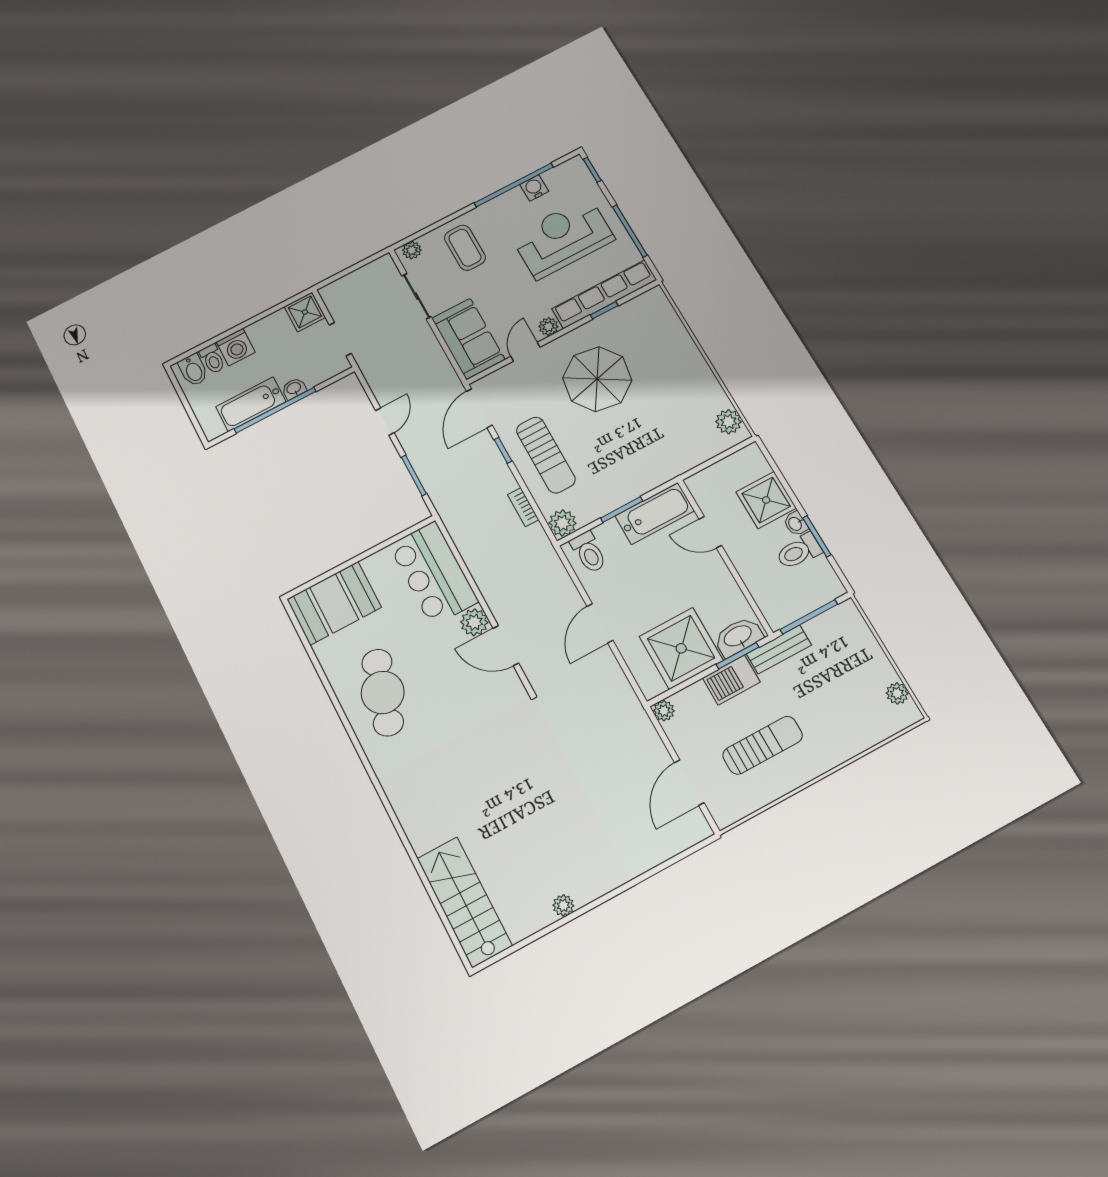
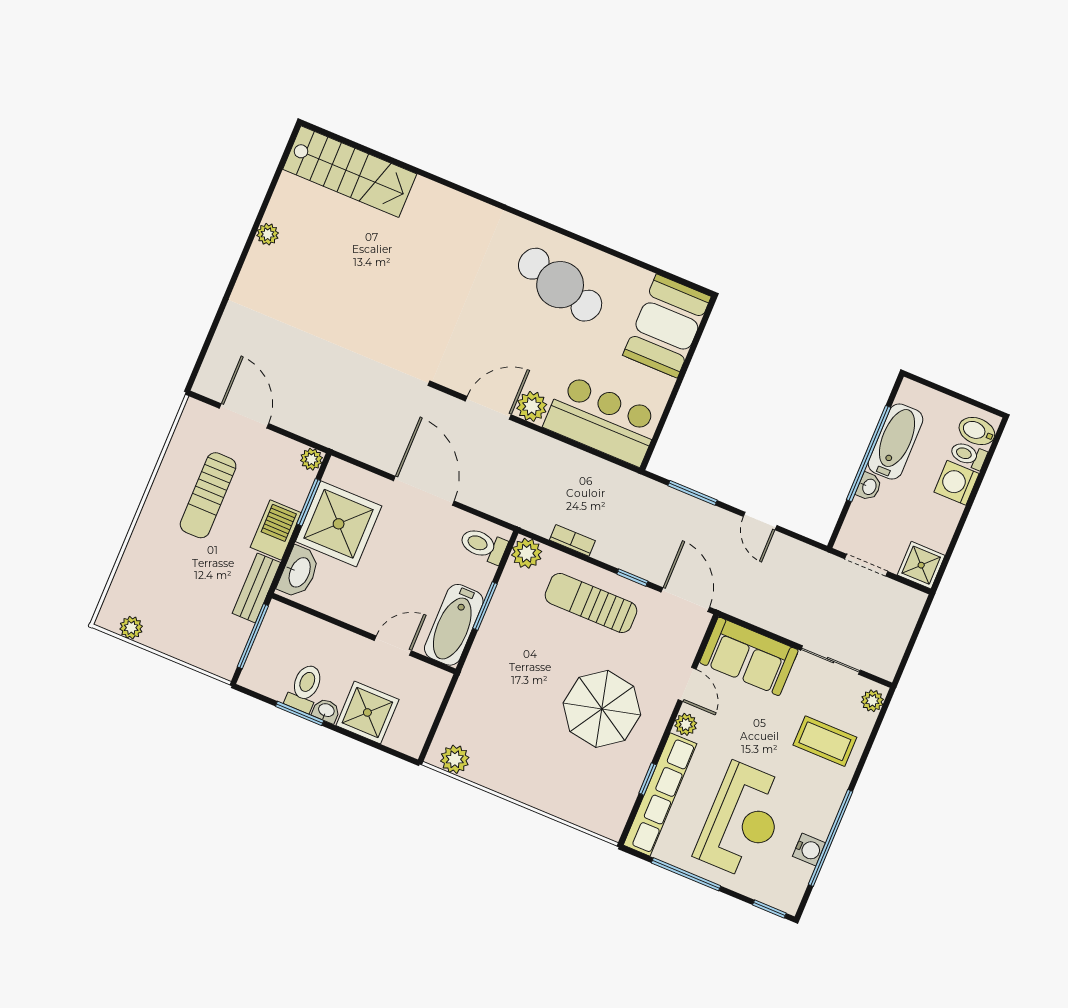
door: (600, 623) -> (424, 491), width x1.36
window: (737, 656) -> (309, 502), moved

